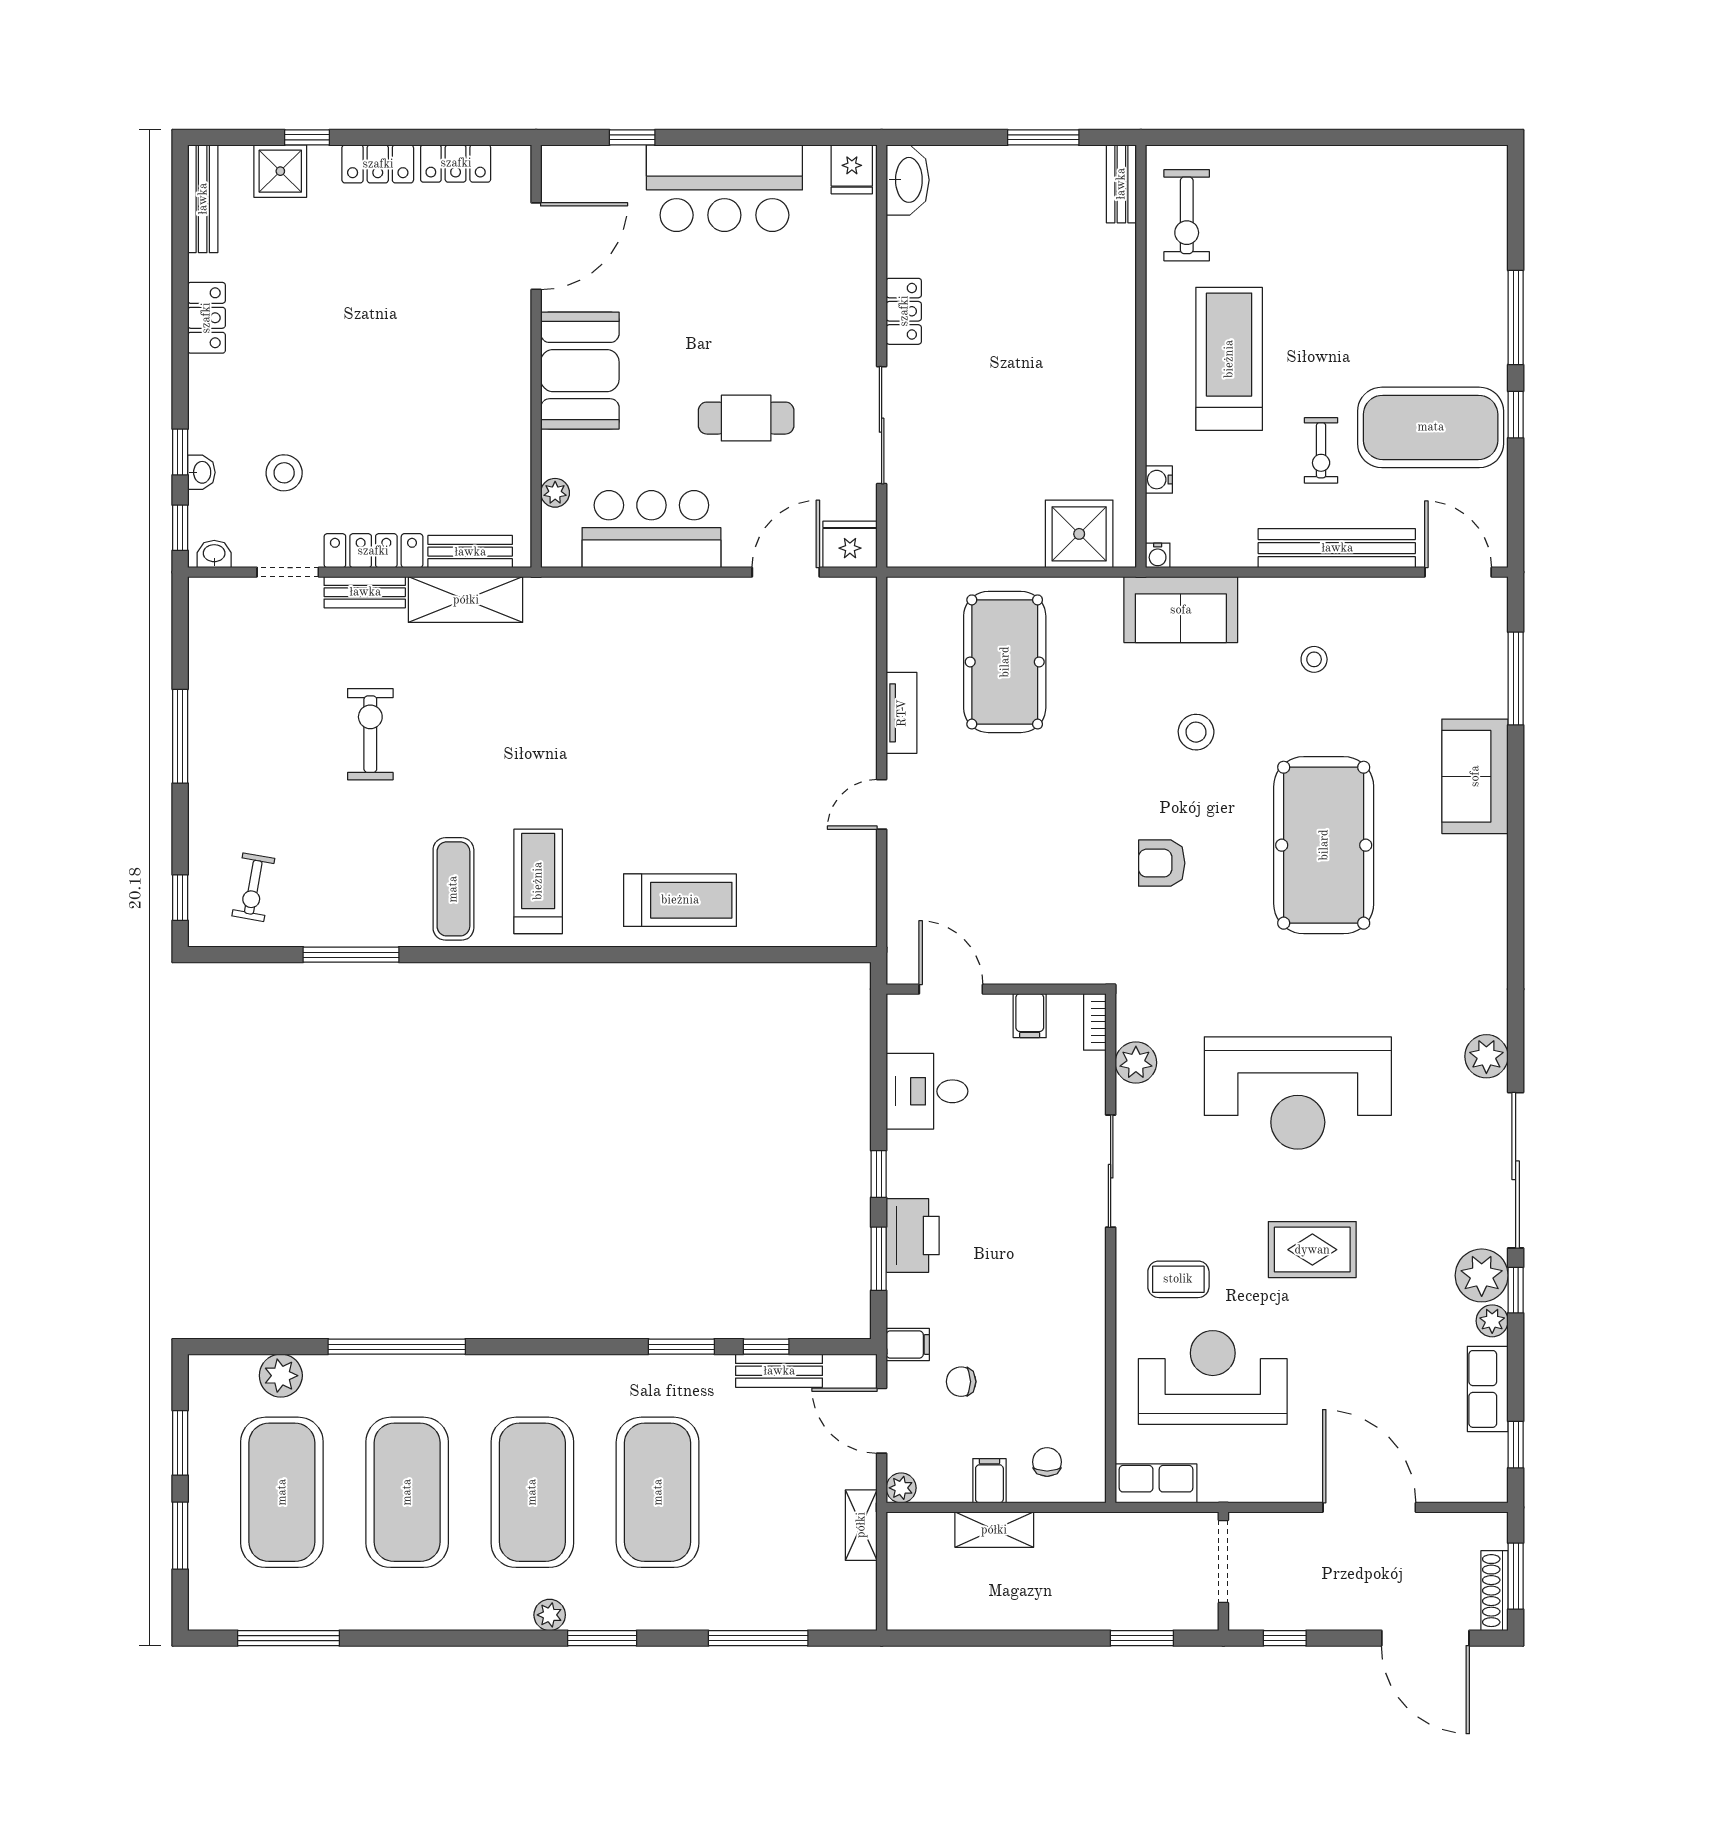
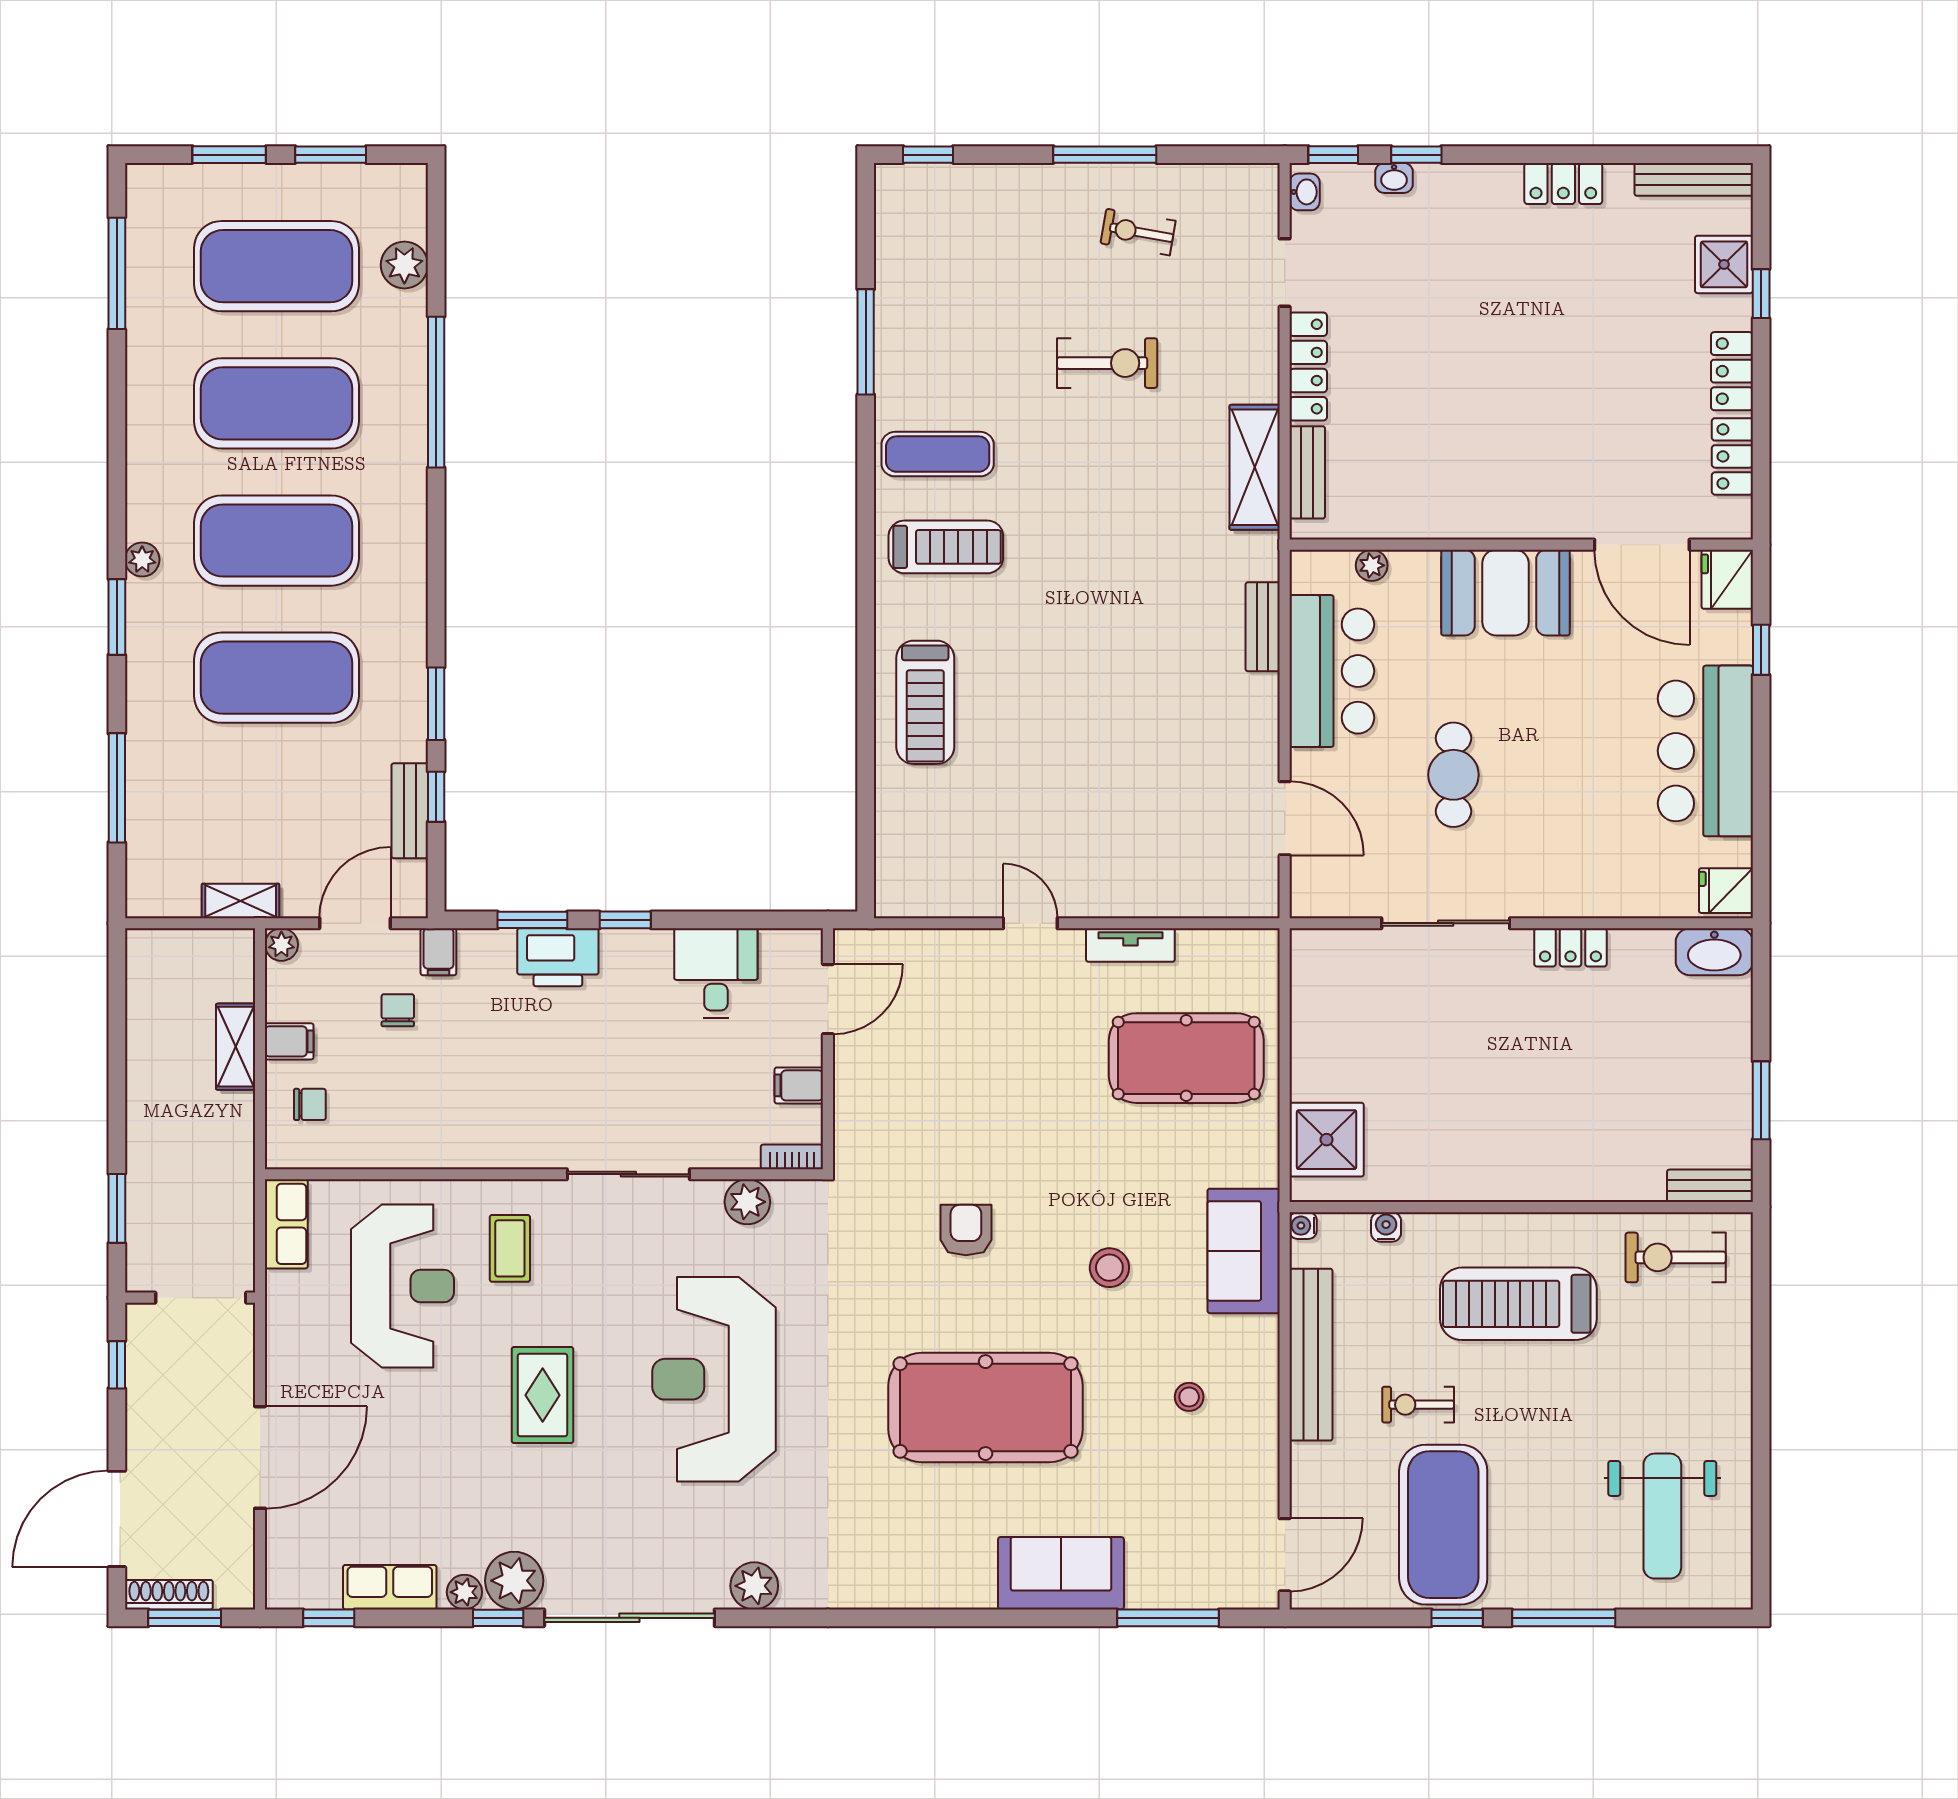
weight bench: (1423, 227) -> (1662, 1516), added
treadmill: (1229, 359) -> (1518, 1304), turned 180
stool: (284, 473) -> (1393, 269), removed
fridge: (850, 544) -> (1727, 579), moved, turned 180
bench: (1337, 548) -> (1311, 1355), moved
bench: (365, 592) -> (1263, 627), moved
exercise bike: (253, 887) -> (1138, 232), moved

